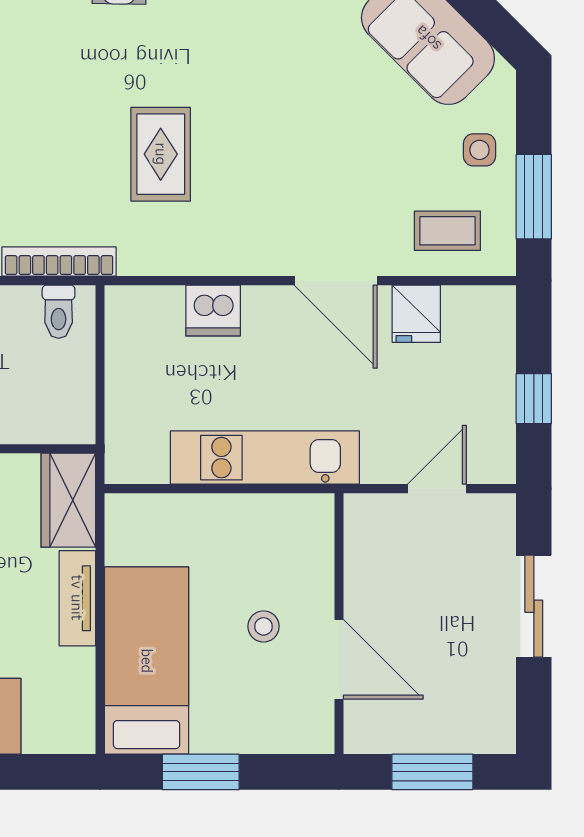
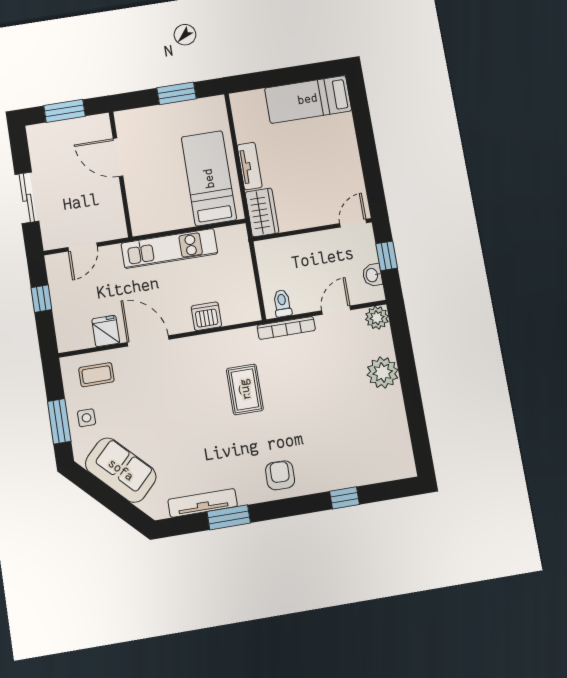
window: (534, 197) -> (59, 421), moved
stool: (263, 626) -> (157, 167), removed
bed: (147, 661) -> (209, 178), moved, turned 180

